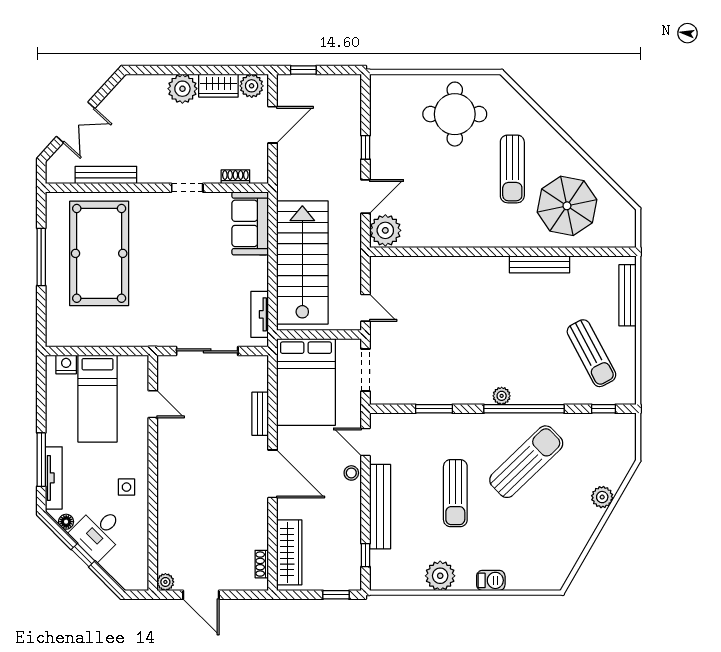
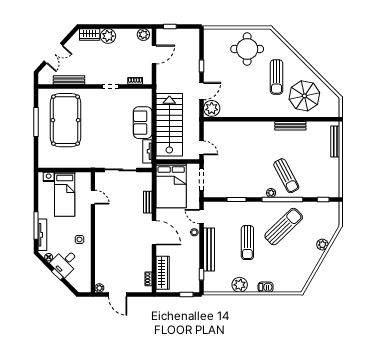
wardrobe: (218, 86) -> (90, 34), moved
sofa: (250, 223) -> (143, 123), moved
sun lounger: (591, 353) -> (286, 176), moved

